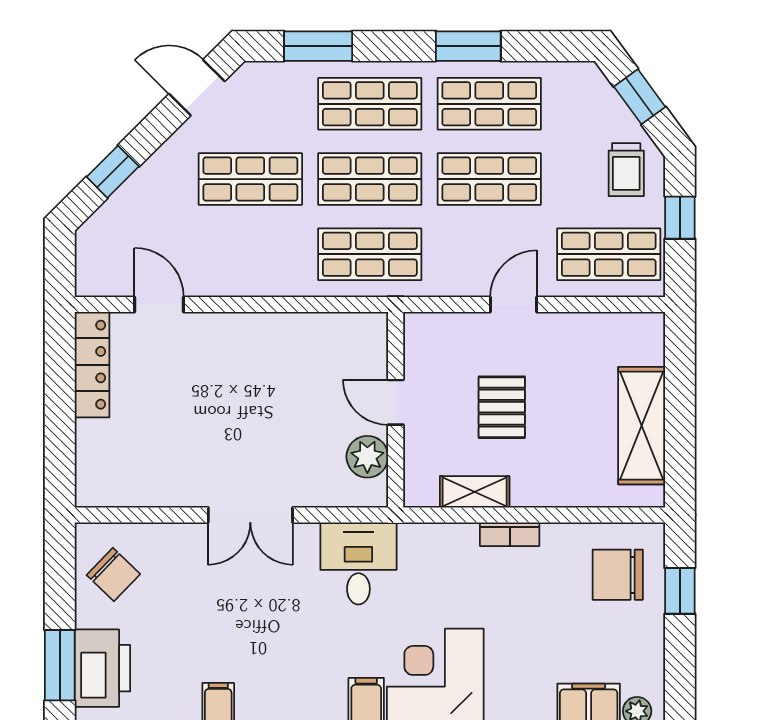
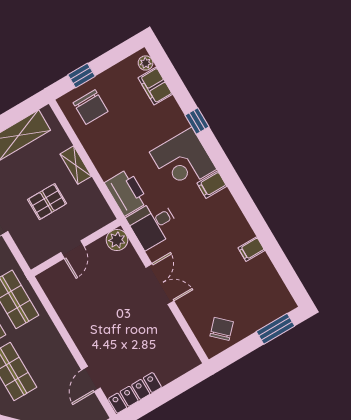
plant: (367, 457) -> (117, 240), moved
shelving: (475, 492) -> (76, 165), moved
bookcase: (510, 534) -> (101, 165), removed
printer: (102, 668) -> (126, 192), moved, turned 90

